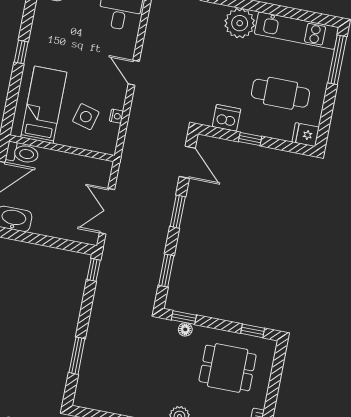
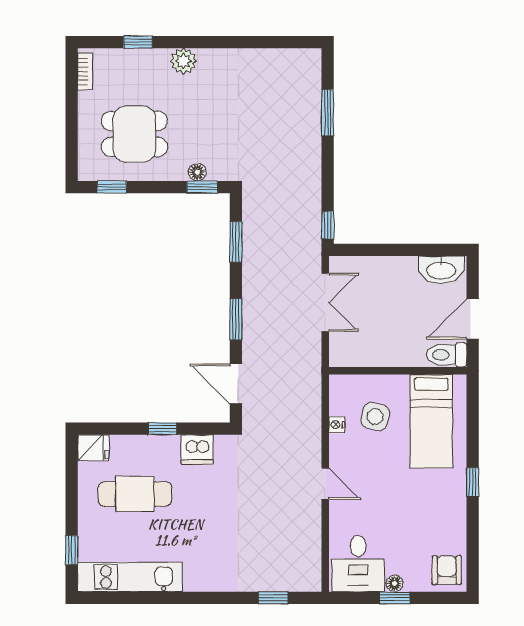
plant: (240, 23) -> (204, 572), removed
window: (337, 60) -> (72, 550), width x0.46

